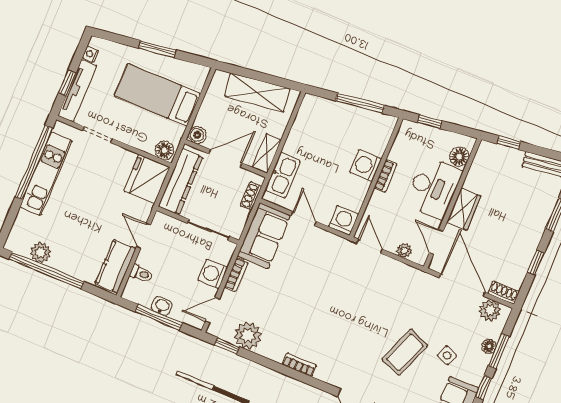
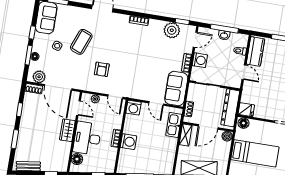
fridge: (147, 179) -> (246, 110), width x0.53, depth x0.75
armchair: (381, 298) -> (102, 69), added

